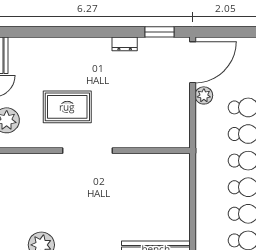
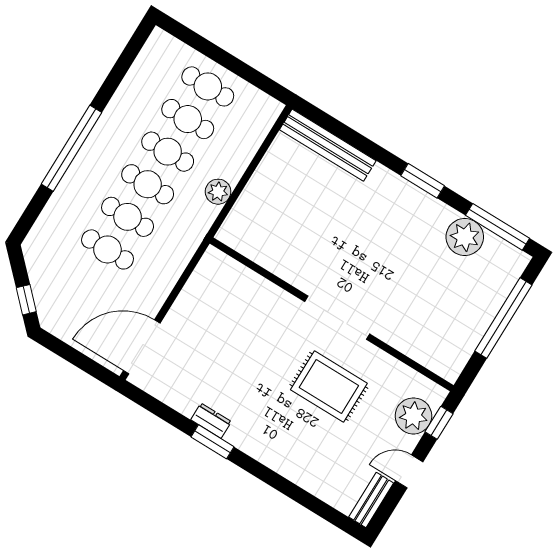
window: (159, 32) -> (213, 442), moved
plant: (204, 95) -> (218, 192), moved

